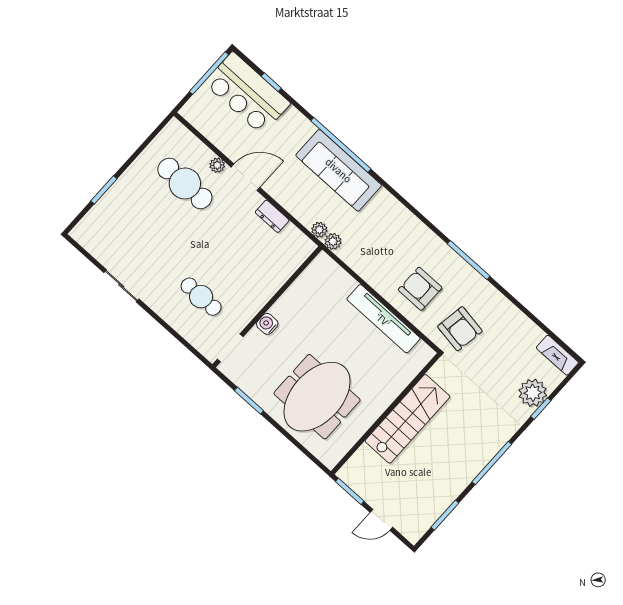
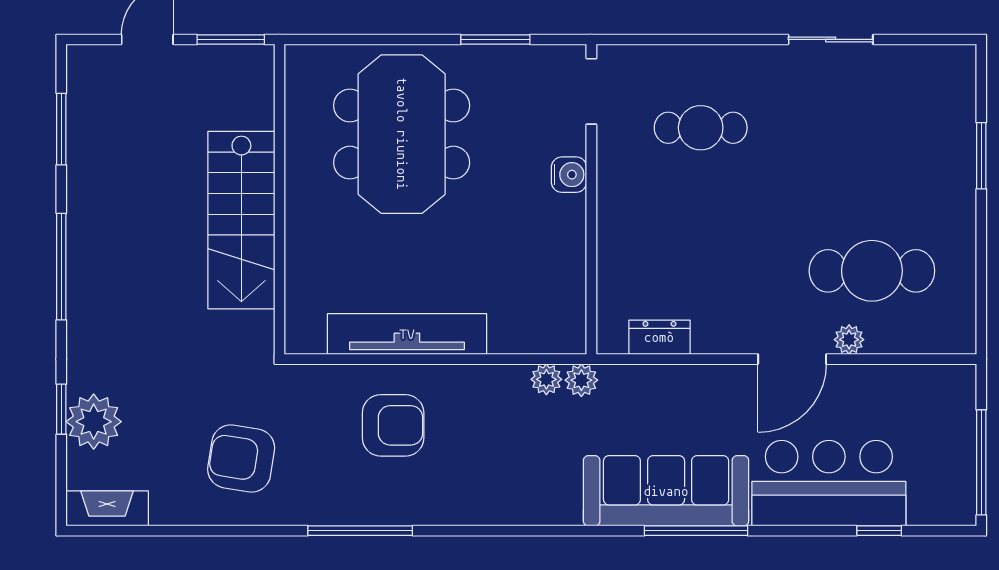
bar counter: (247, 93) -> (829, 483), moved
window: (341, 145) -> (696, 531), width x0.68
dresser: (272, 216) -> (659, 337), moved
plant: (319, 230) -> (546, 379), moved
armchair: (460, 329) -> (241, 458), moved

